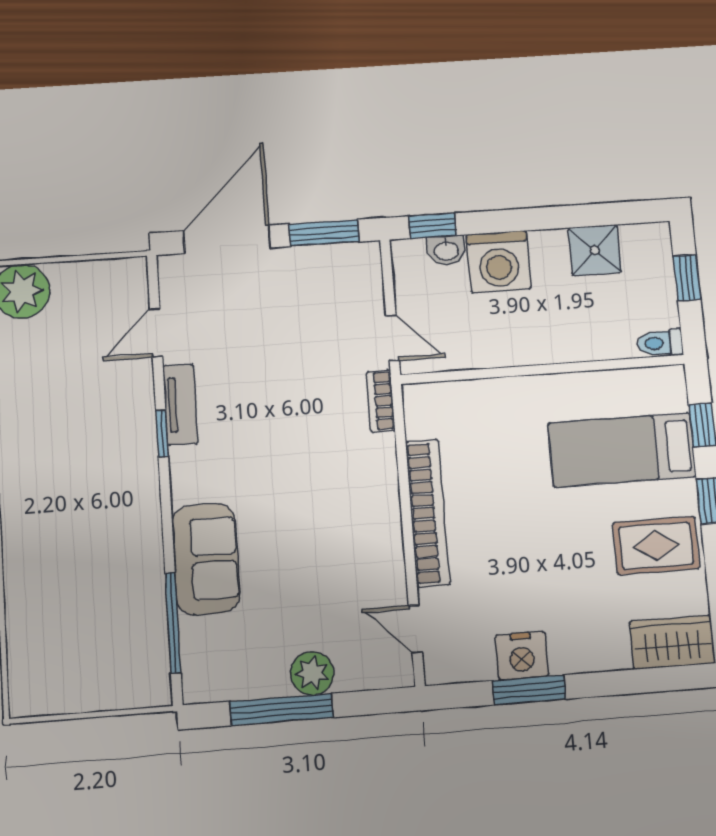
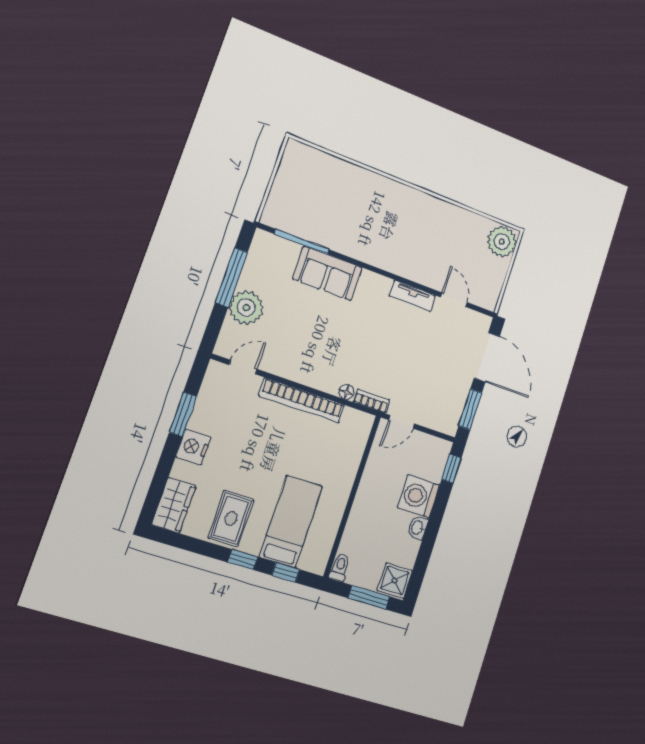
washbasin: (446, 250) -> (418, 528), moved
shower: (595, 250) -> (395, 581), moved
window: (687, 278) -> (369, 597), width x1.50
window: (162, 433) -> (402, 280), removed
floor lamp: (383, 447) -> (346, 392), added
nightstand: (522, 656) -> (193, 447), moved
plant: (312, 673) -> (246, 308), width x1.36, depth x1.36

